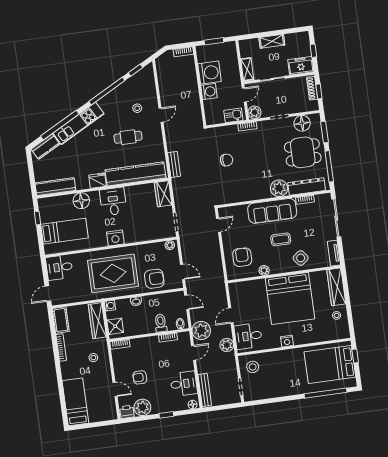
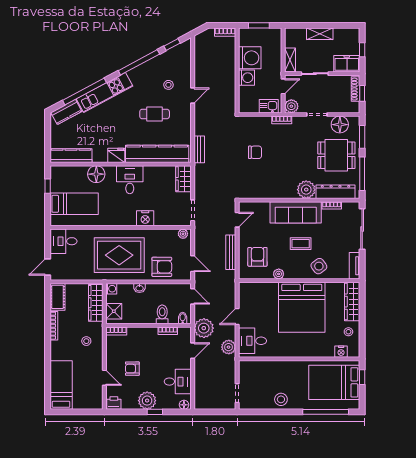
nightstand: (115, 238) -> (145, 218), moved
nightstand: (287, 341) -> (341, 352), moved
stool: (253, 367) -> (281, 399), moved
bench: (205, 390) -> (231, 252), moved
plant: (142, 407) -> (147, 401), moved

